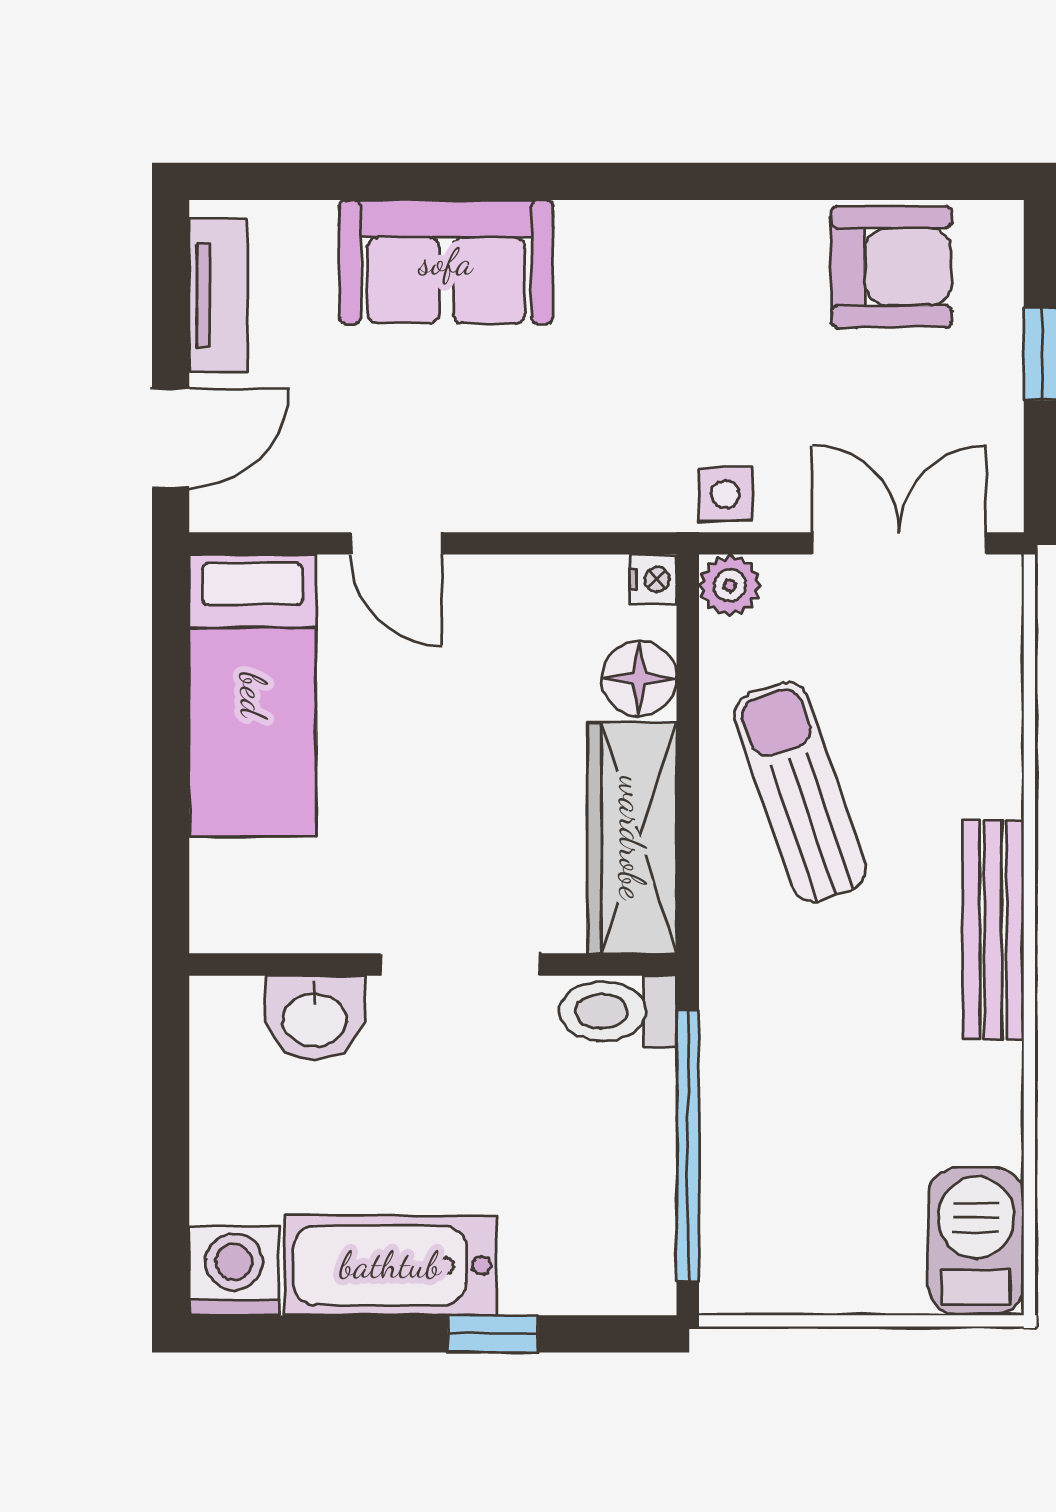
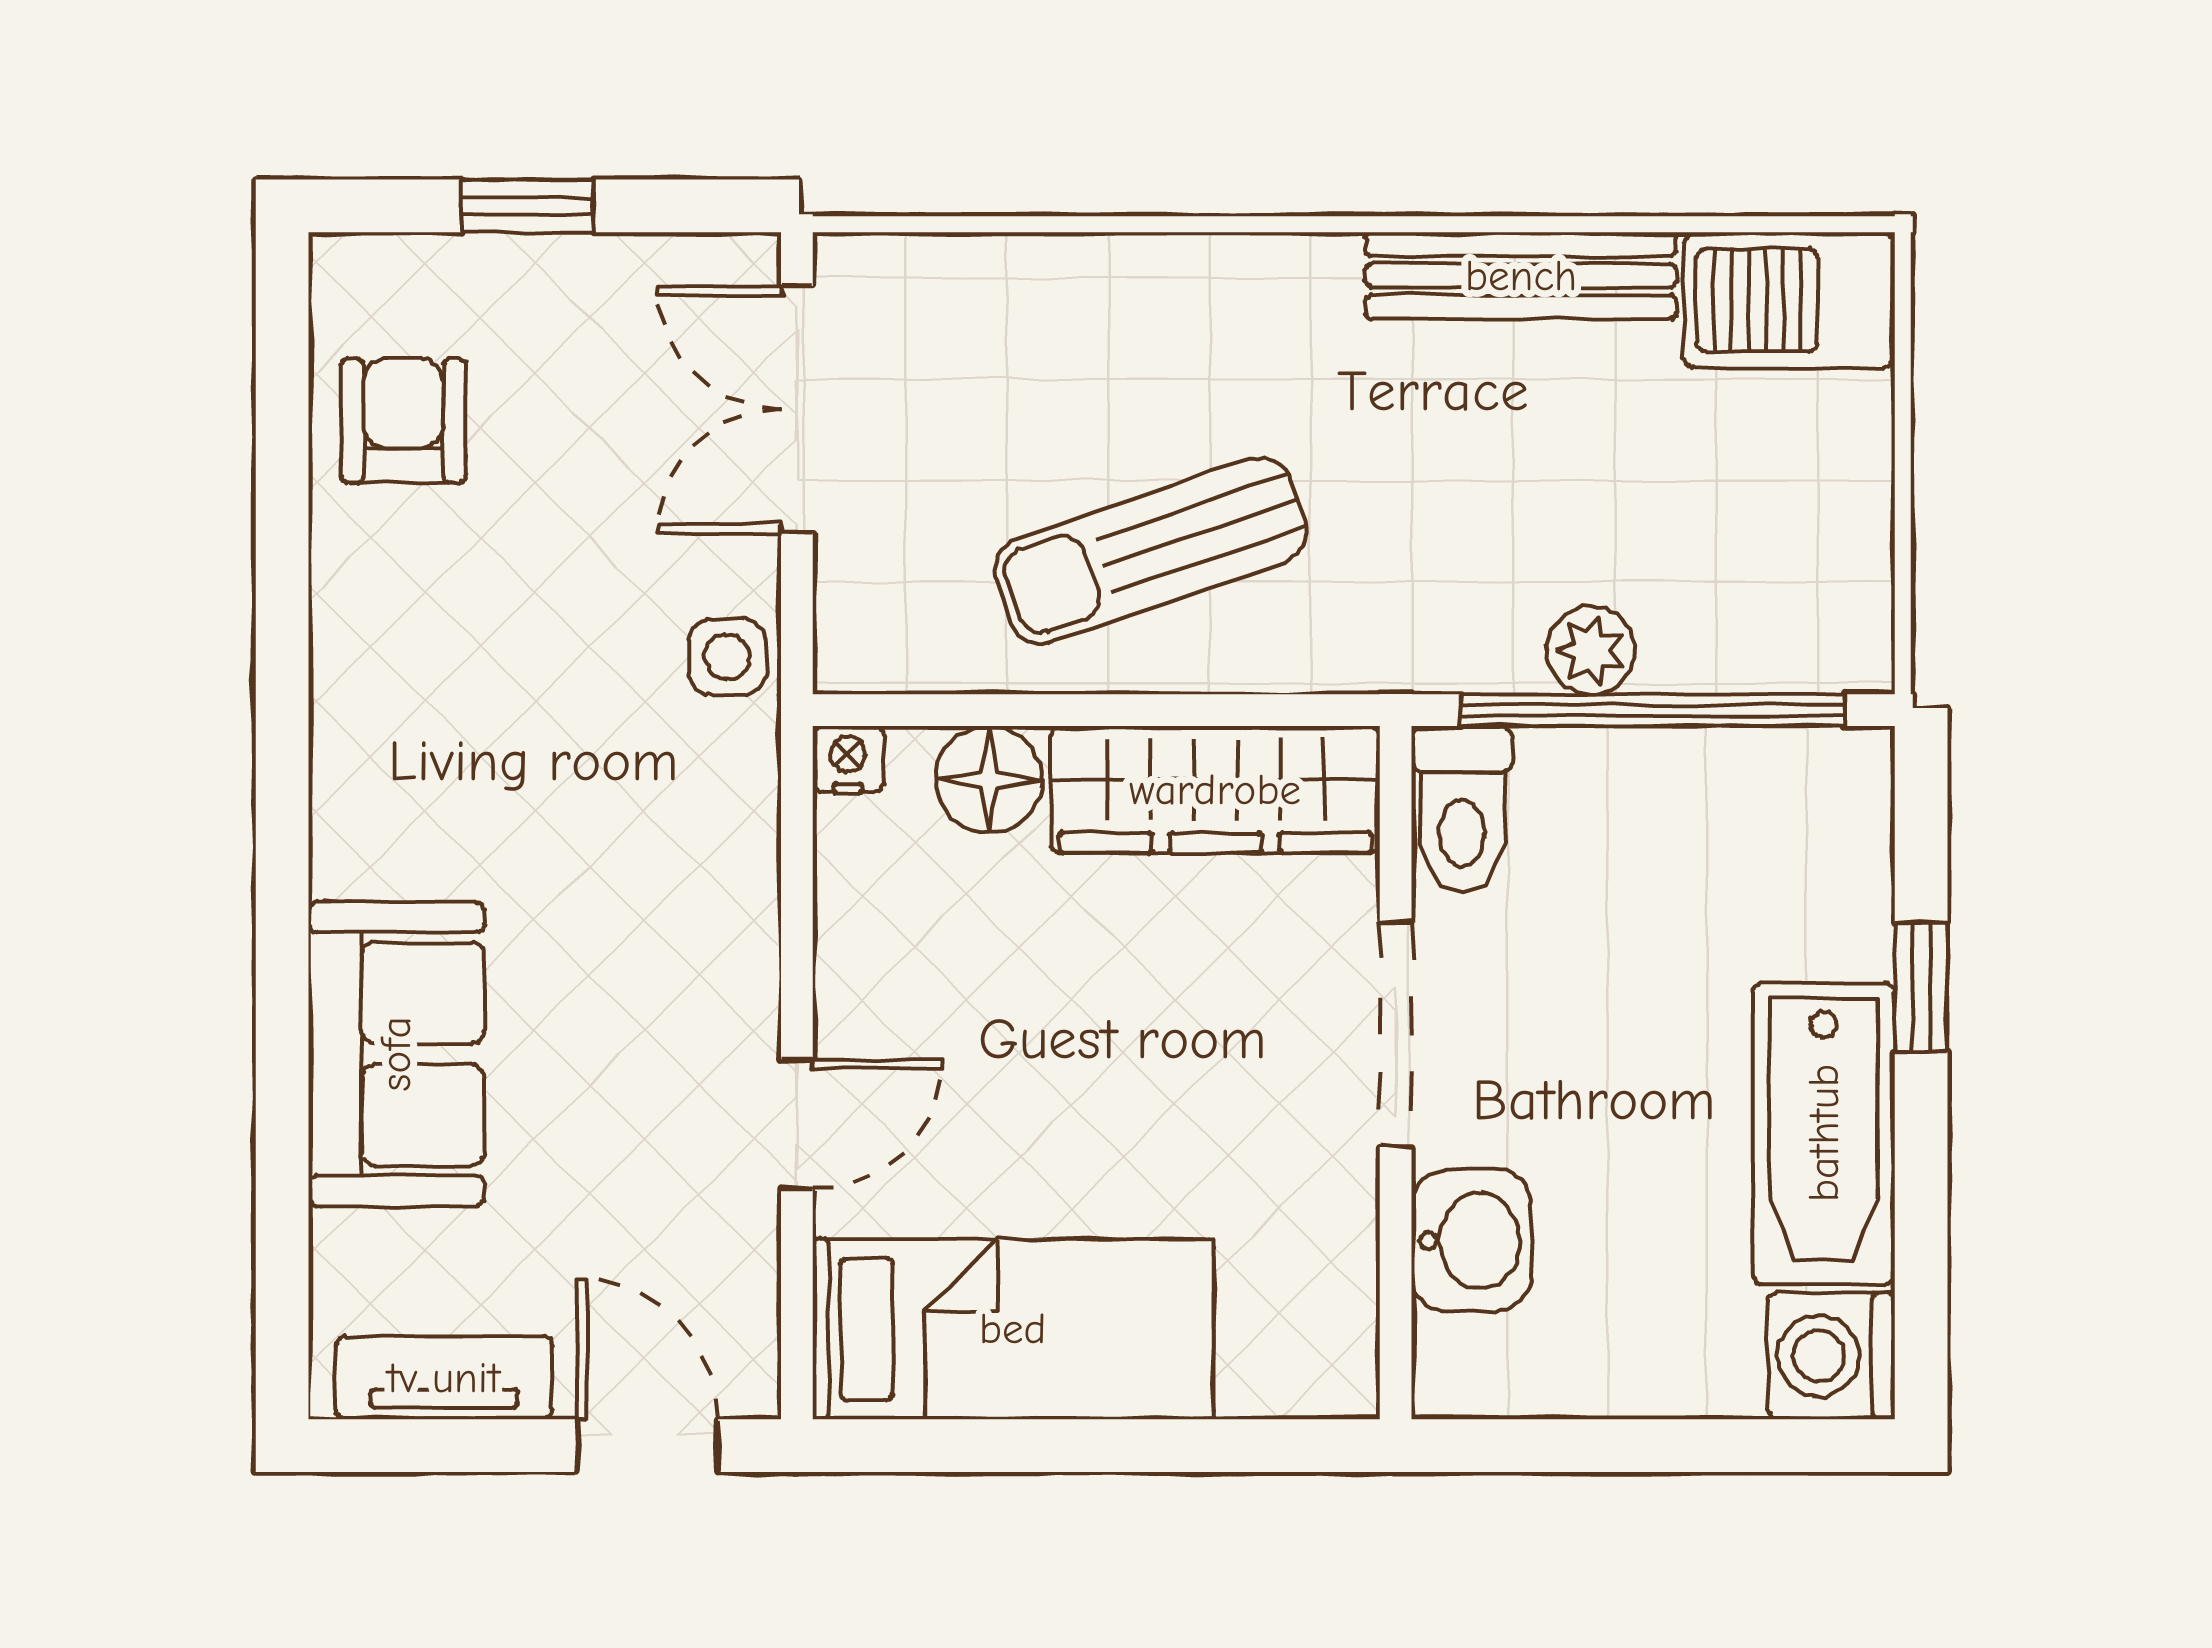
armchair: (891, 267) -> (404, 421), width x0.72, depth x0.72
plant: (730, 585) -> (1591, 650), moved
bench: (993, 930) -> (1521, 276), moved

